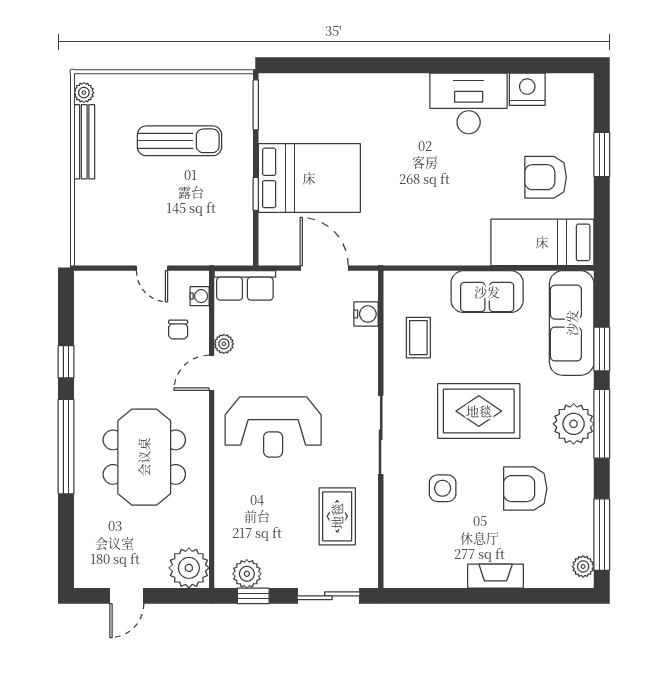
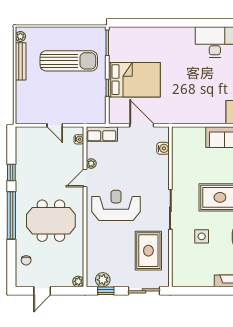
sun lounger: (180, 141) -> (69, 61), width x1.36, depth x1.34
chair: (178, 330) -> (26, 260), moved
coffee table: (418, 338) -> (189, 160), removed
reception desk: (273, 427) -> (116, 205), turned 180
meeting table: (144, 457) -> (51, 221), turned 90
rug: (337, 516) -> (148, 251), width x1.36, depth x1.43
plant: (189, 568) -> (78, 281), width x0.53, depth x0.53

